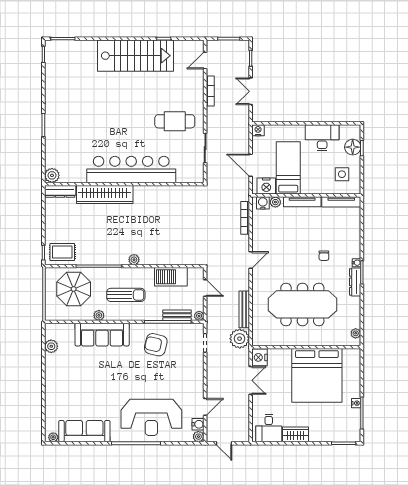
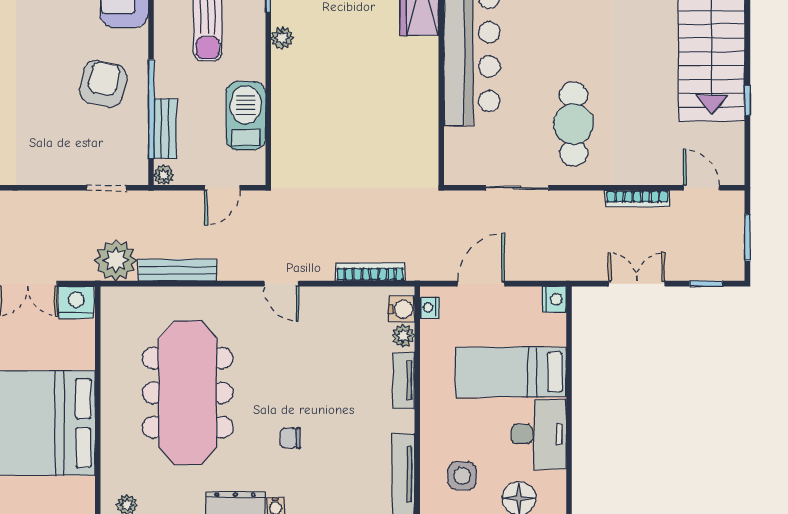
bed: (288, 168) -> (511, 372), moved, turned 180
nightstand: (266, 186) -> (430, 307), width x0.53, depth x0.56
tv unit: (302, 202) -> (404, 381), width x0.71

